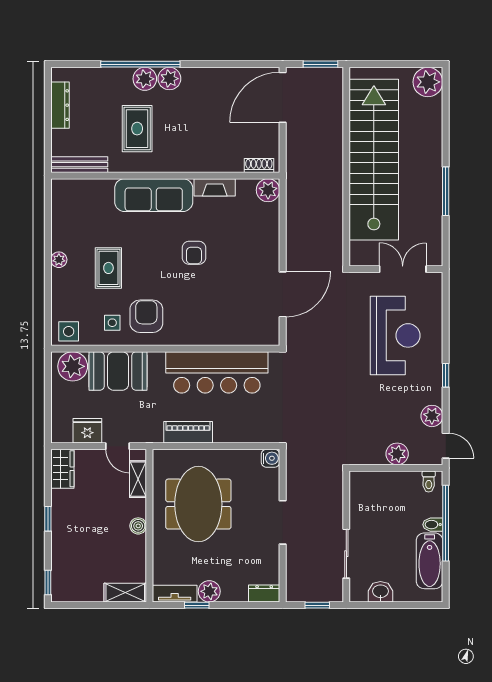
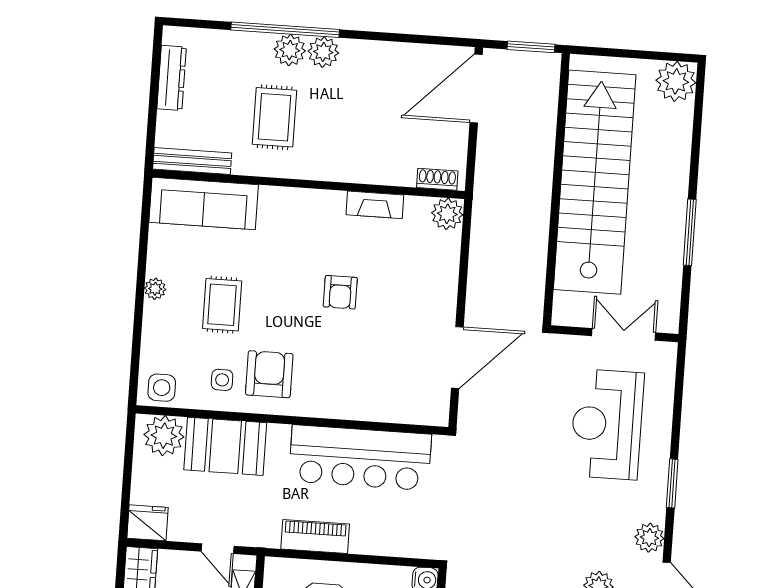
sofa: (154, 195) -> (204, 204), moved
reception desk: (395, 335) -> (607, 424), turned 180
window: (446, 375) -> (672, 483), width x1.50
fridge: (87, 431) -> (148, 523), moved

